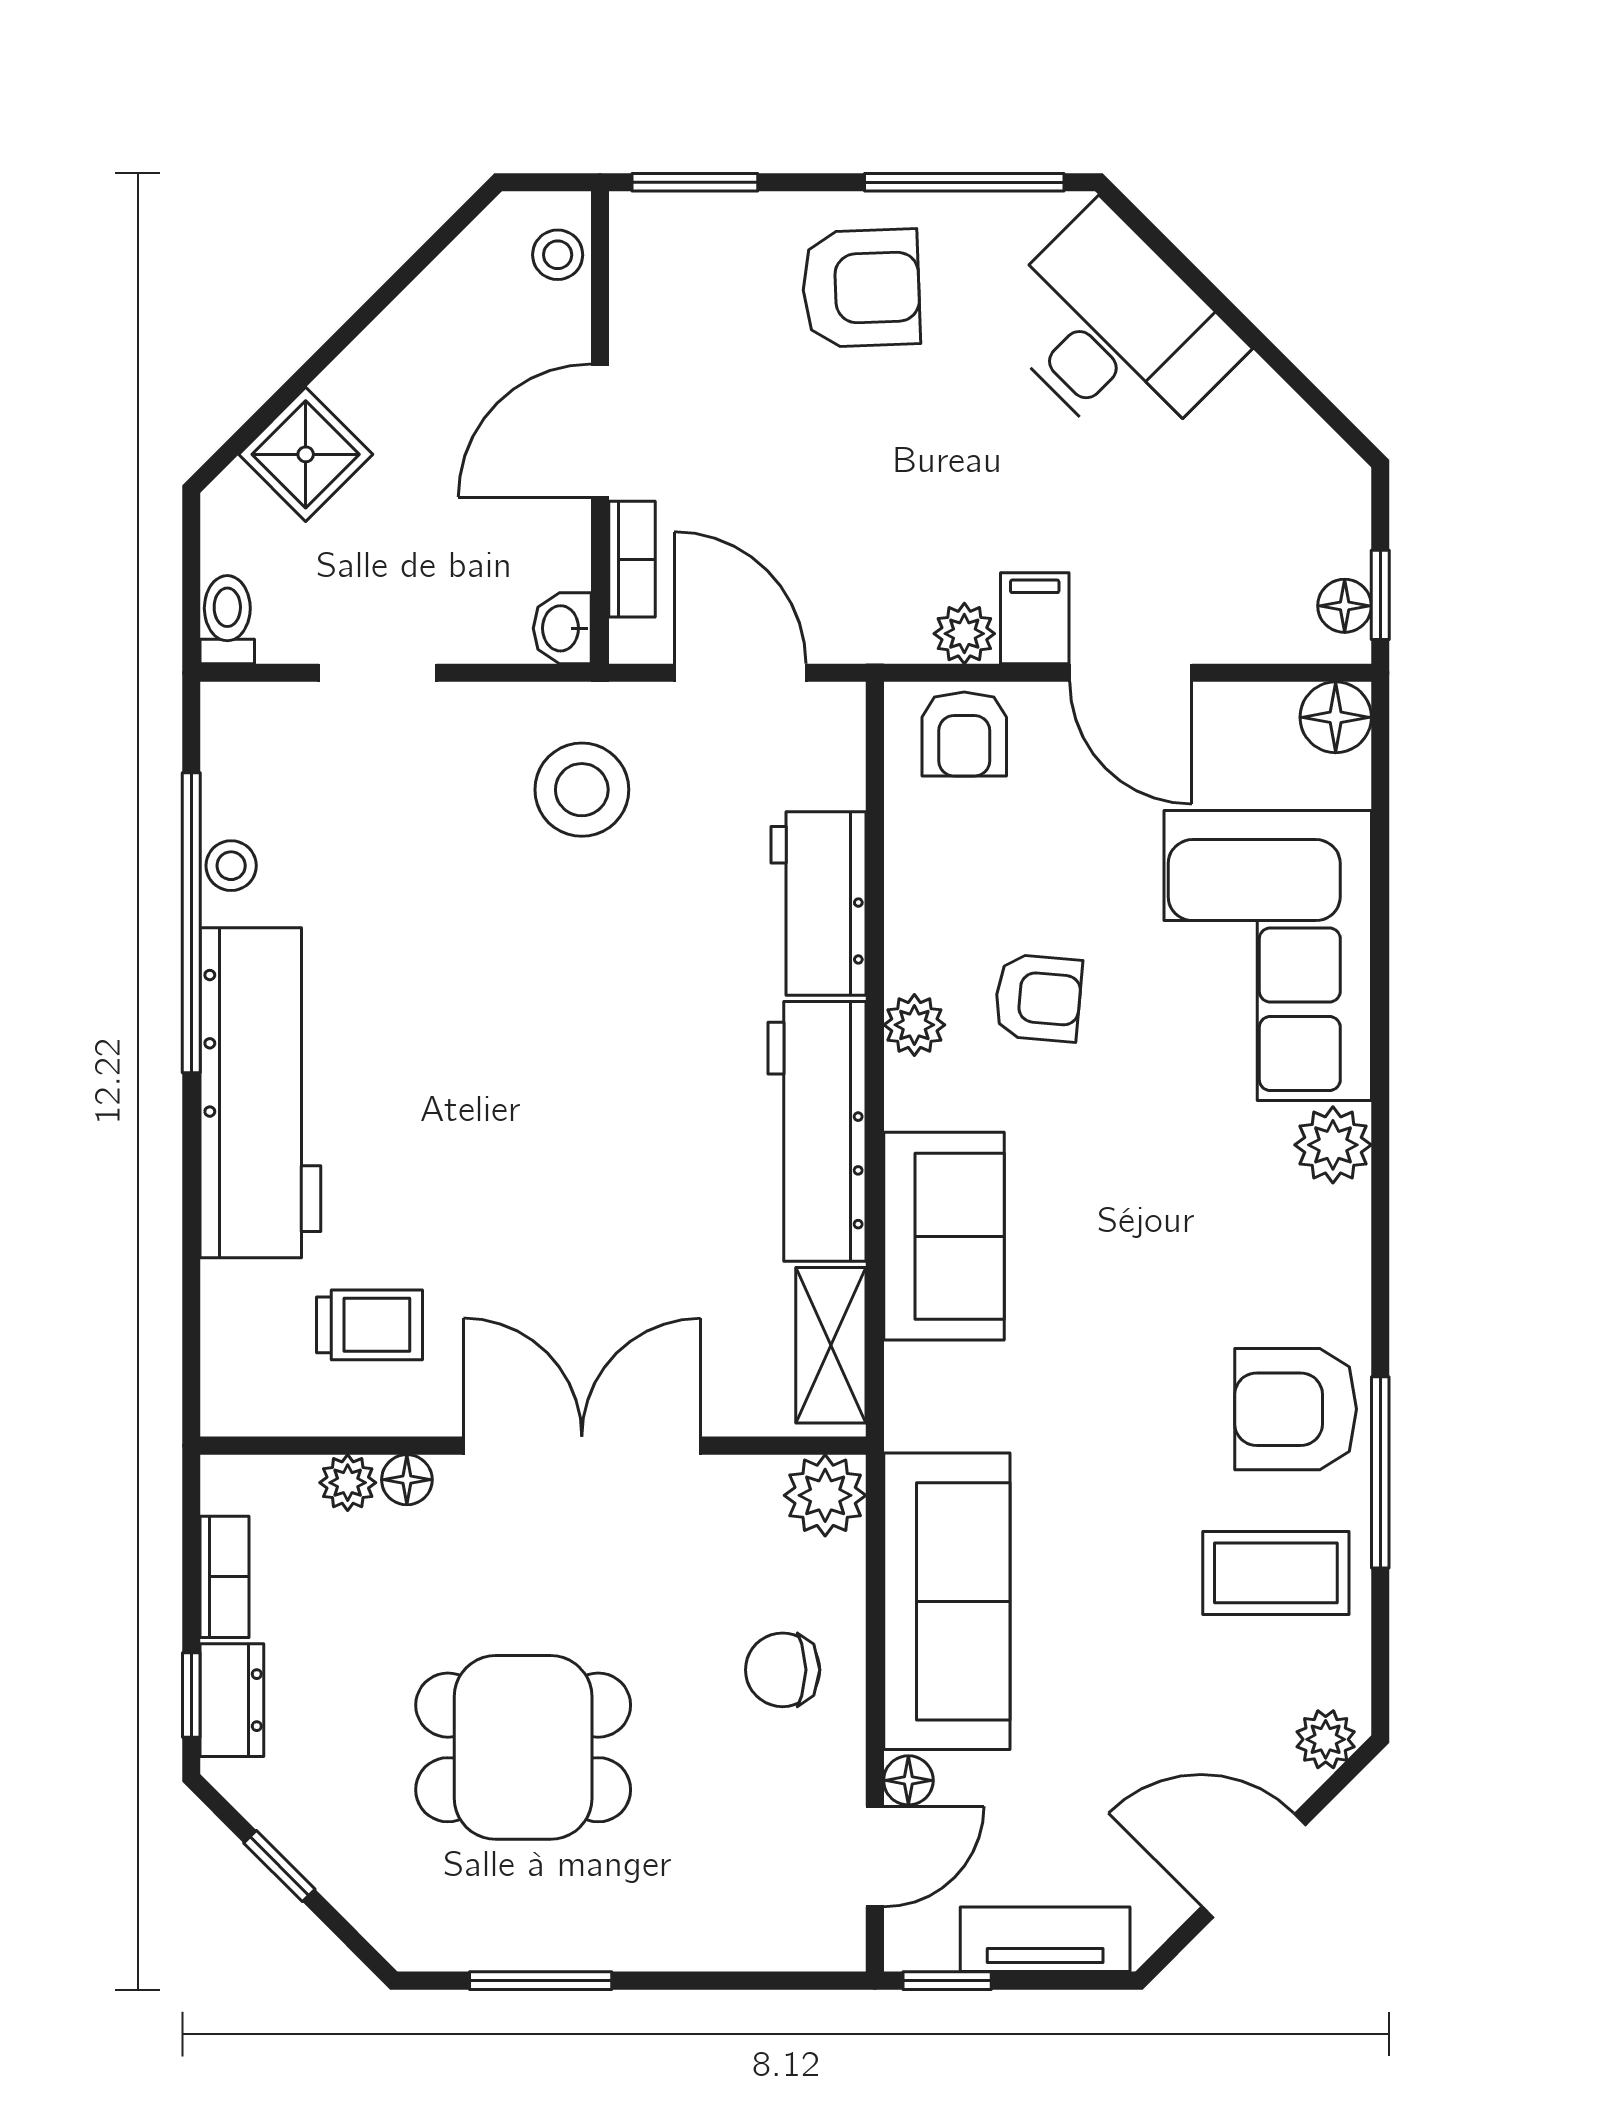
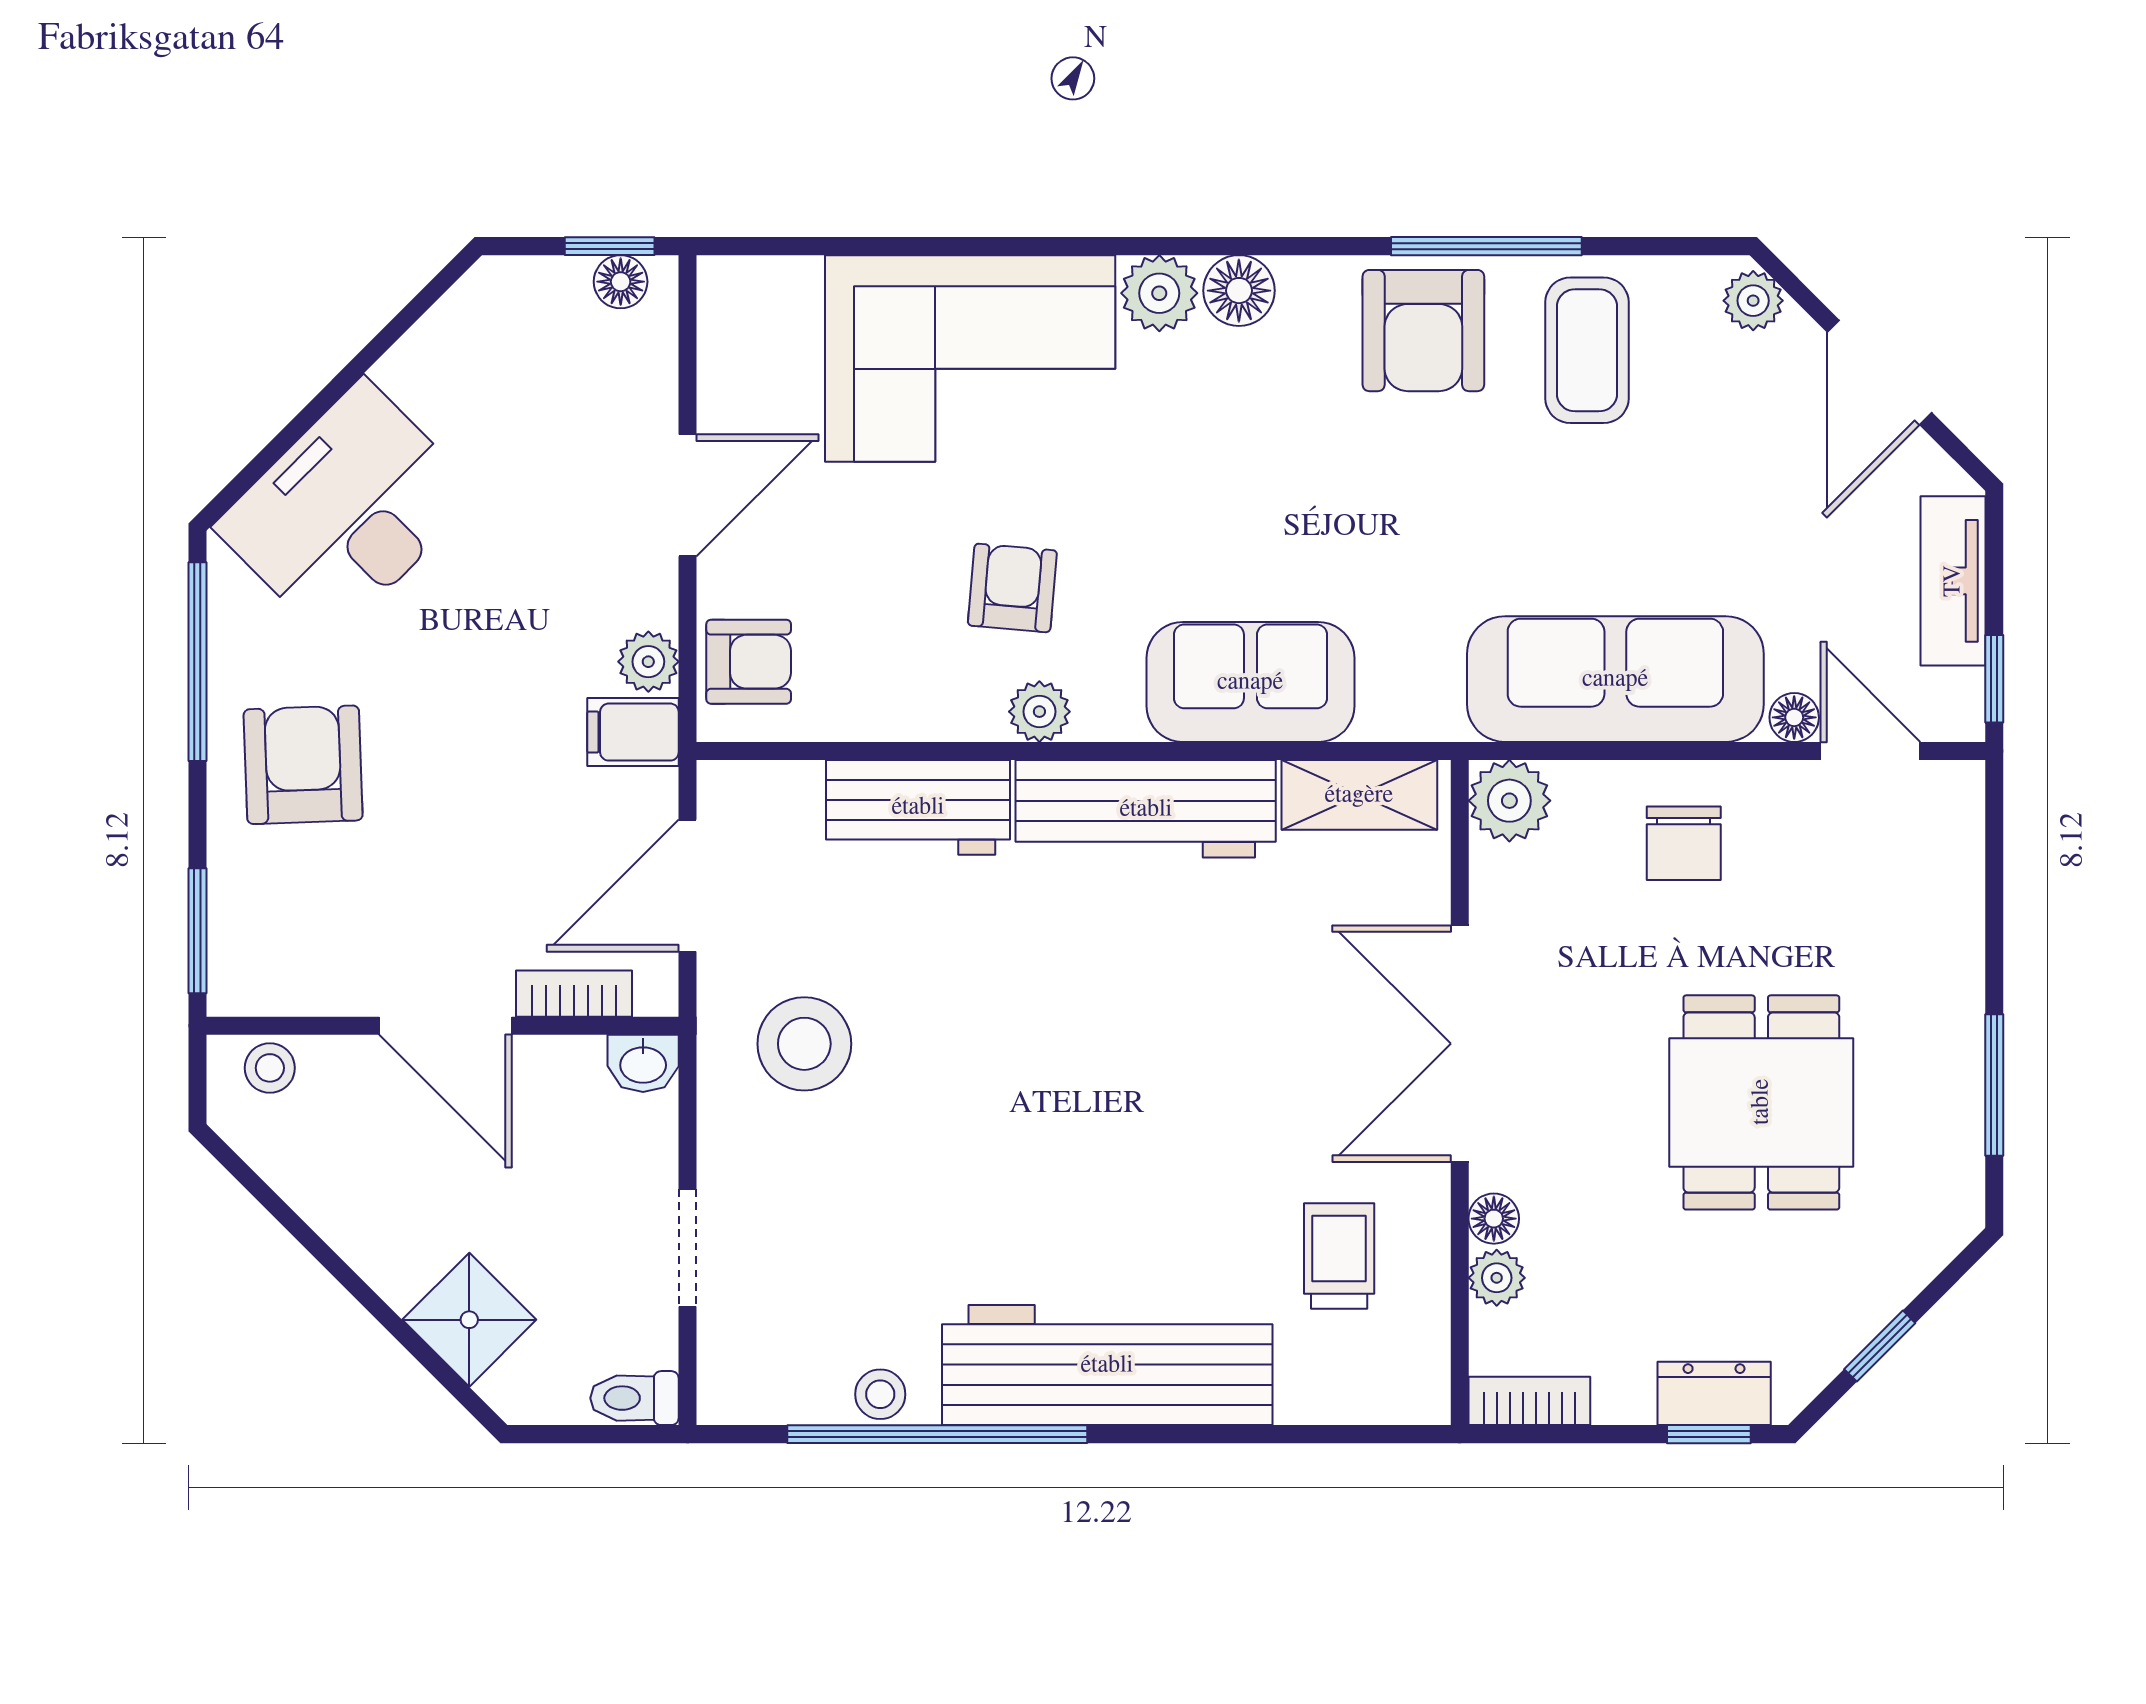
filing cabinet: (1035, 618) -> (633, 732), moved
floor lamp: (1336, 717) -> (1239, 291), moved
bookcase: (224, 1577) -> (1529, 1401), moved

